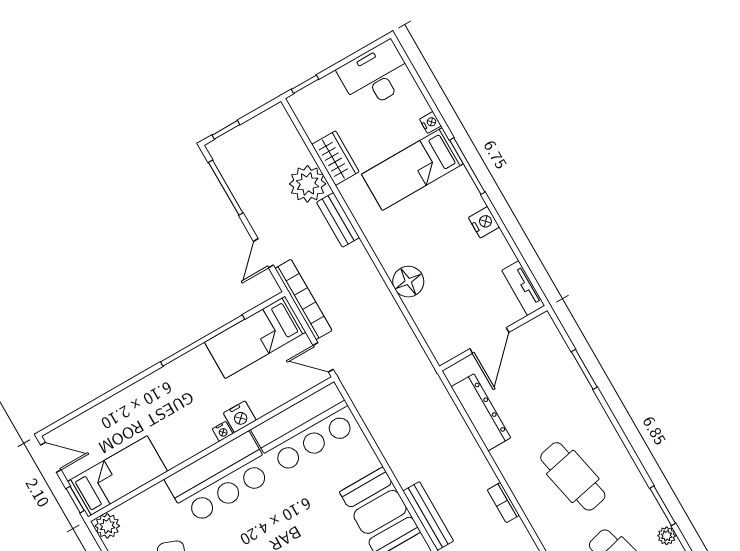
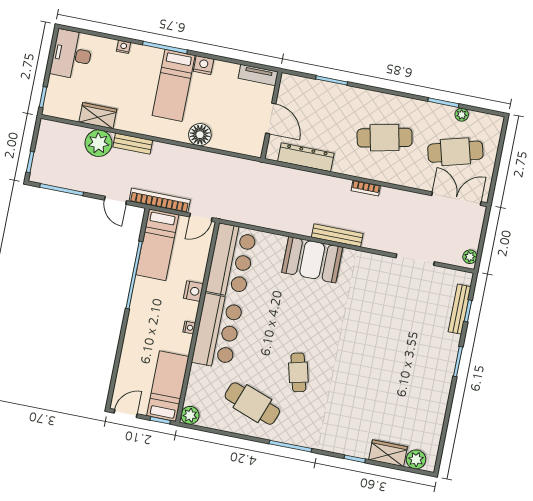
bed: (412, 169) -> (174, 85), moved
nightstand: (223, 431) -> (189, 328), moved

